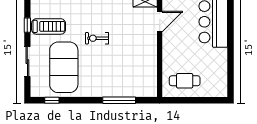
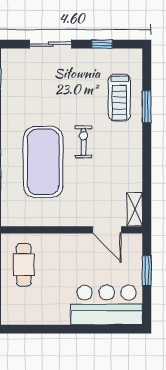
treadmill: (49, 26) -> (119, 98), moved
exercise mat: (64, 67) -> (43, 162), moved, turned 90

